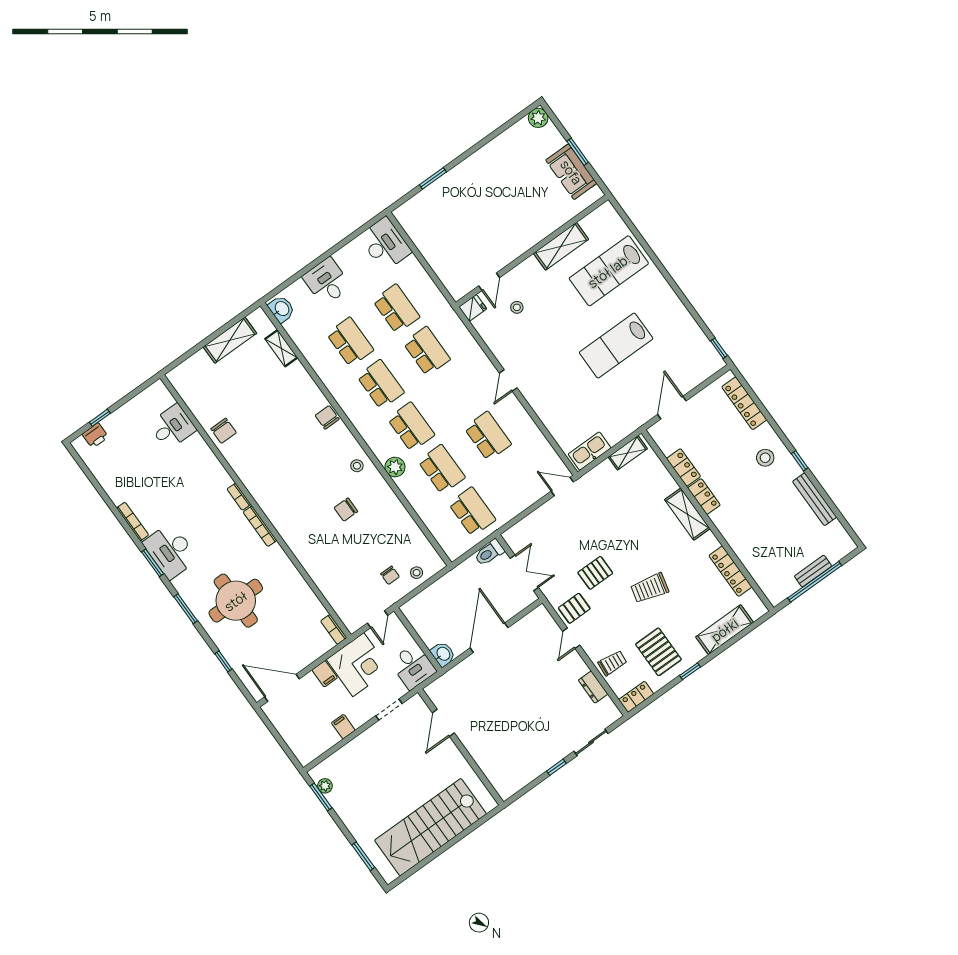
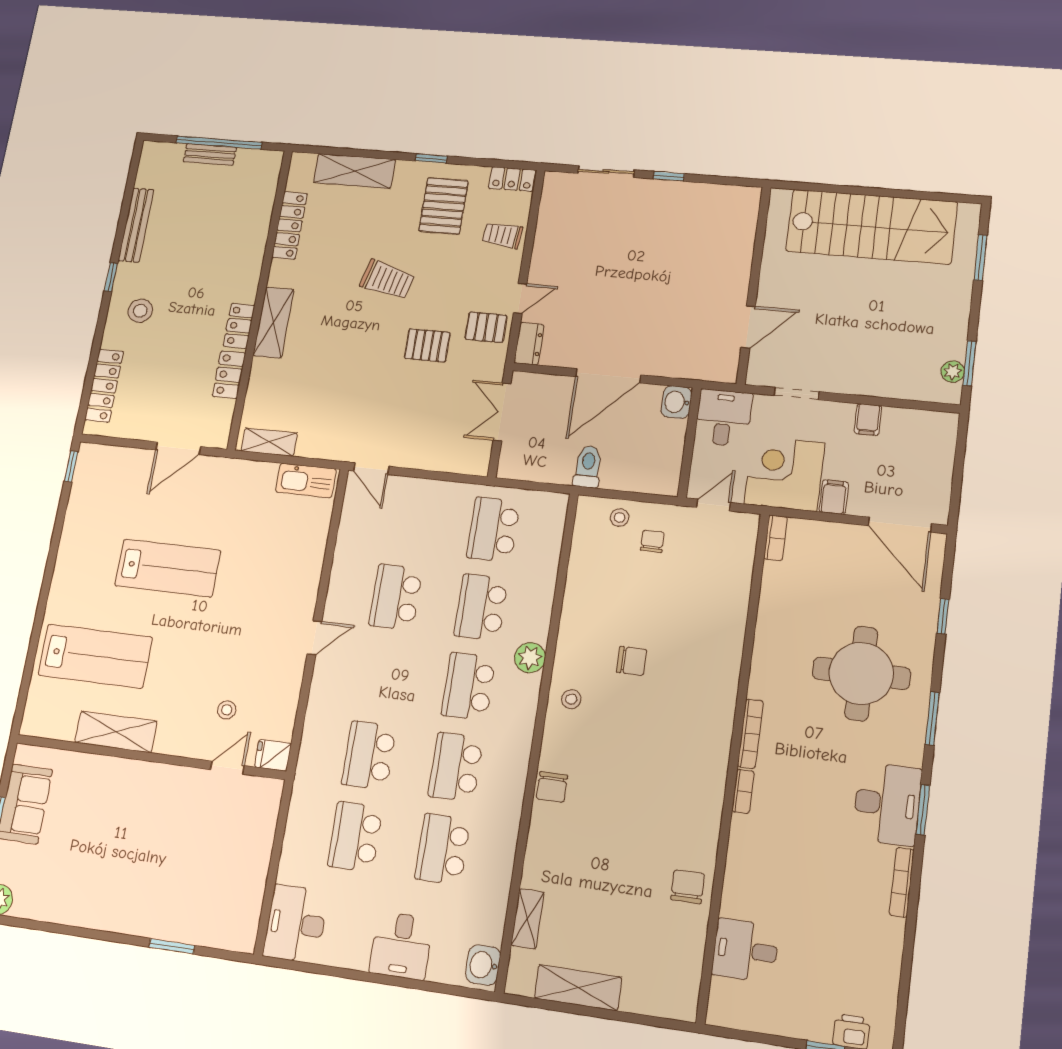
toilet: (489, 553) -> (588, 467), moved, turned -90
dresser: (593, 687) -> (529, 344), moved

